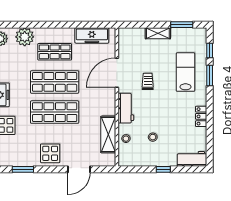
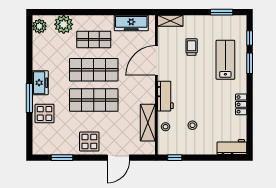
shelving: (158, 33) -> (170, 21), moved
trolley: (148, 81) -> (192, 47), moved
window: (163, 169) -> (175, 158), moved

